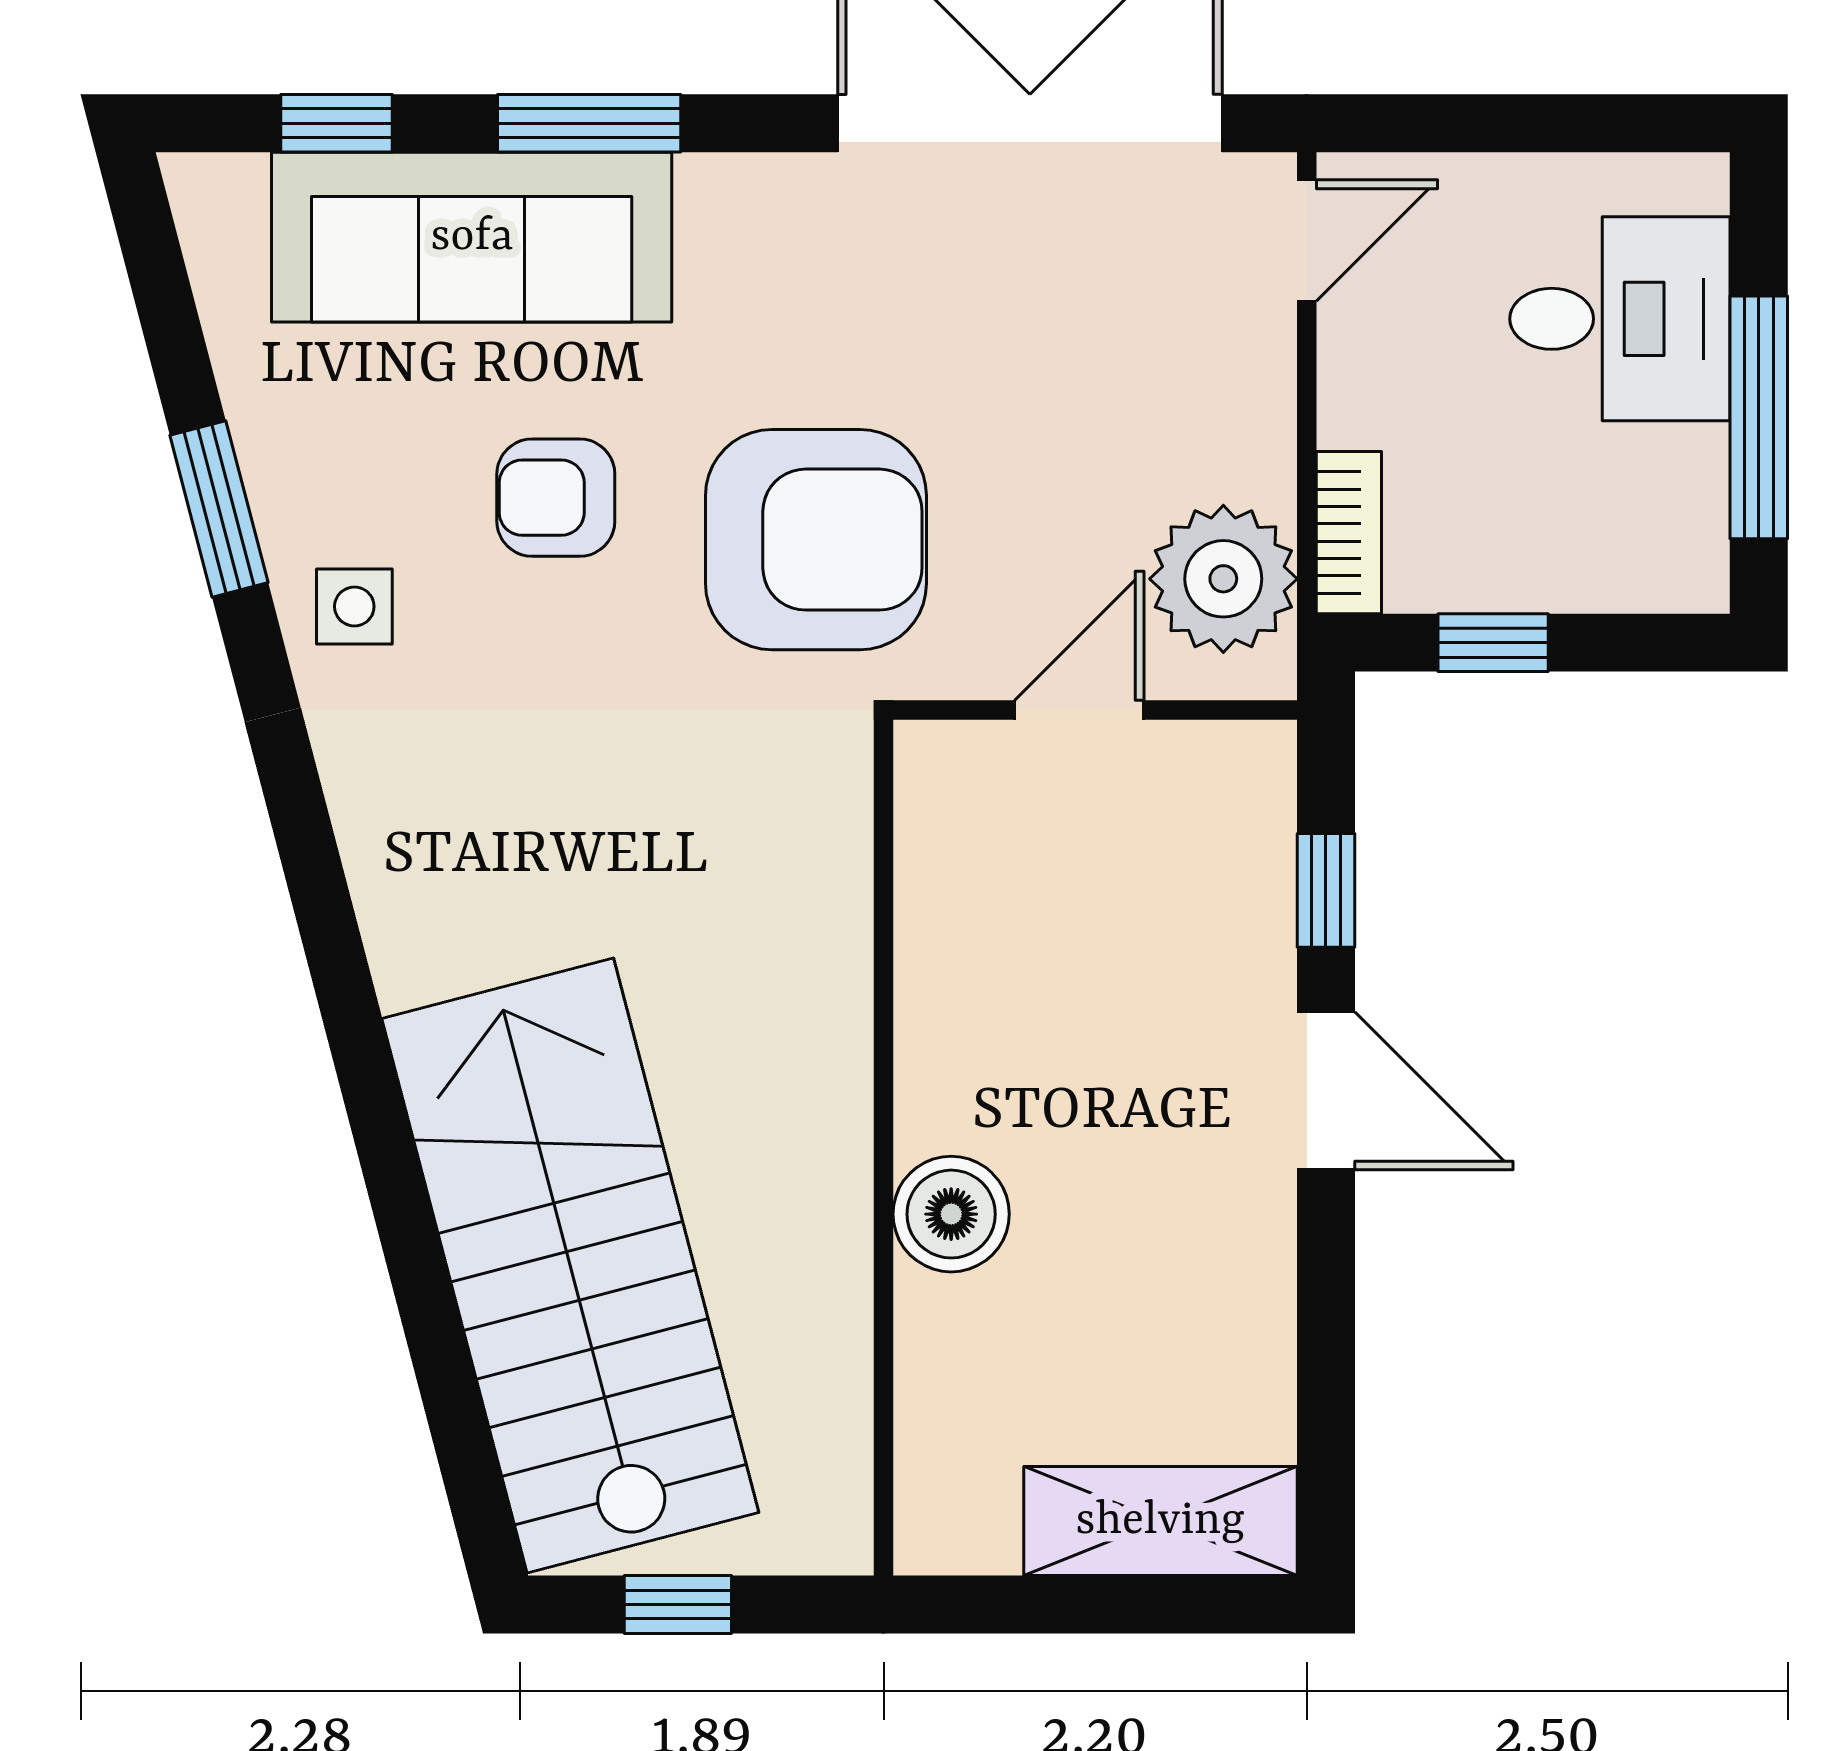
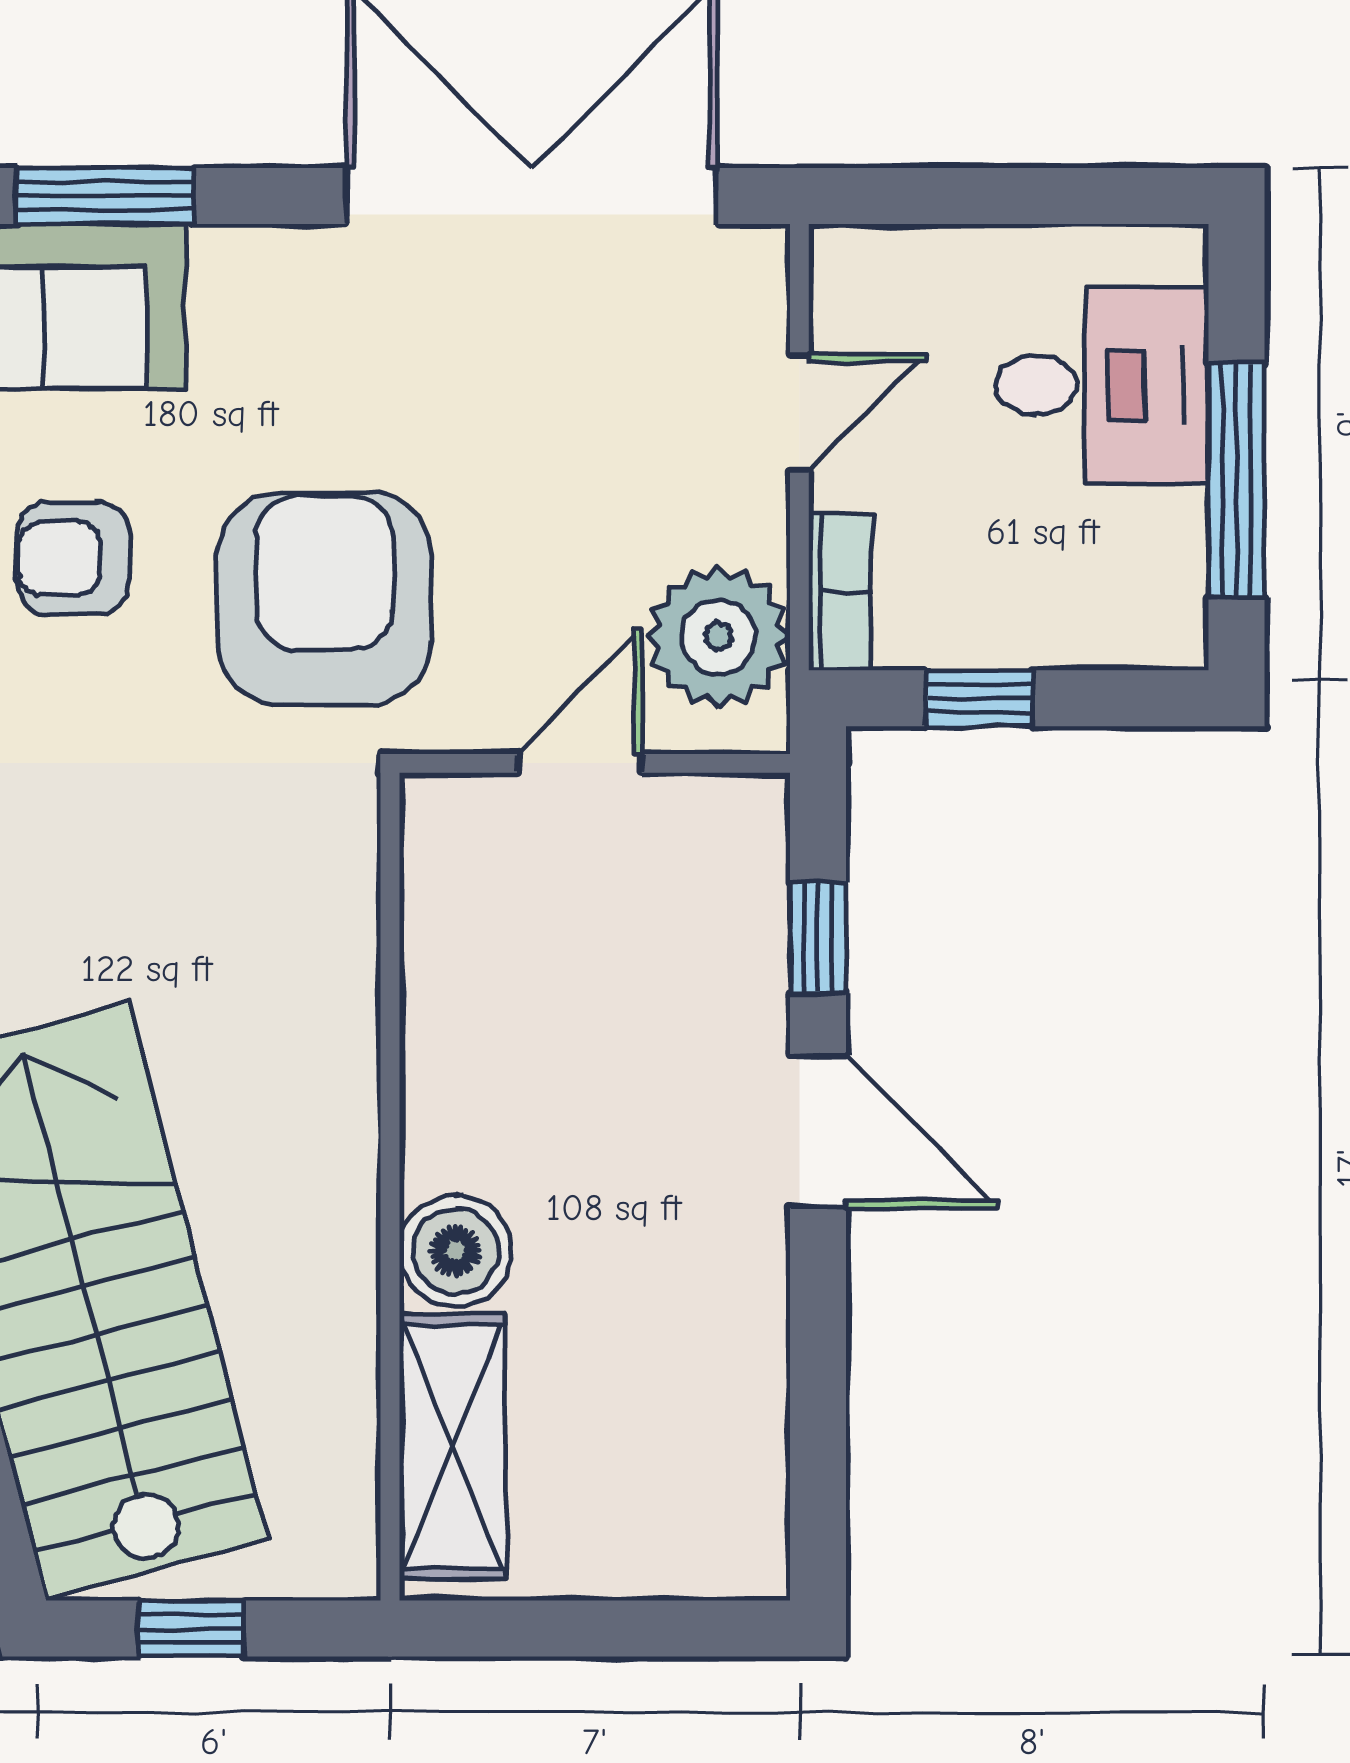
door: (1307, 240) -> (799, 413), moved
armchair: (816, 540) -> (325, 599), turned -90
shelving: (1160, 1521) -> (452, 1447), moved, turned 90

